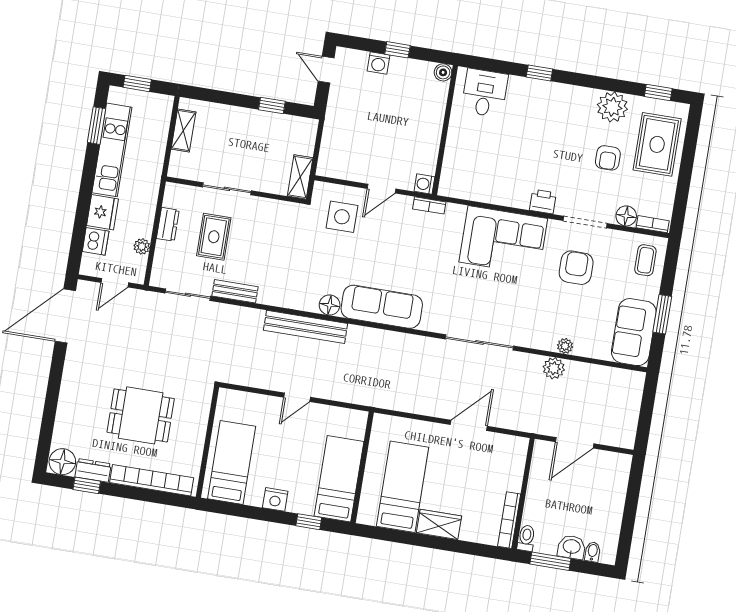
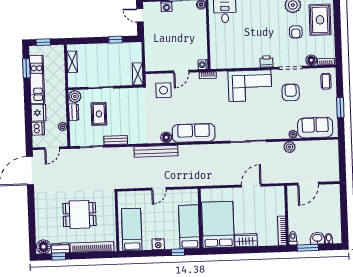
plant: (176, 196) -> (75, 97), added
sofa: (634, 332) -> (315, 128), moved, turned 90
bed: (403, 487) -> (218, 225), width x1.50

